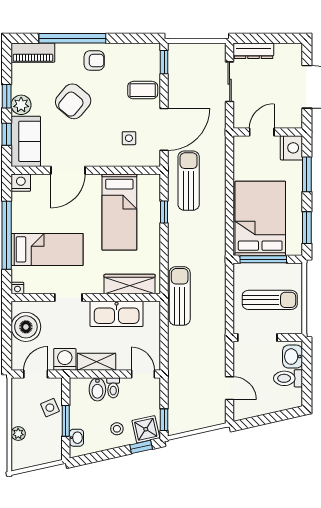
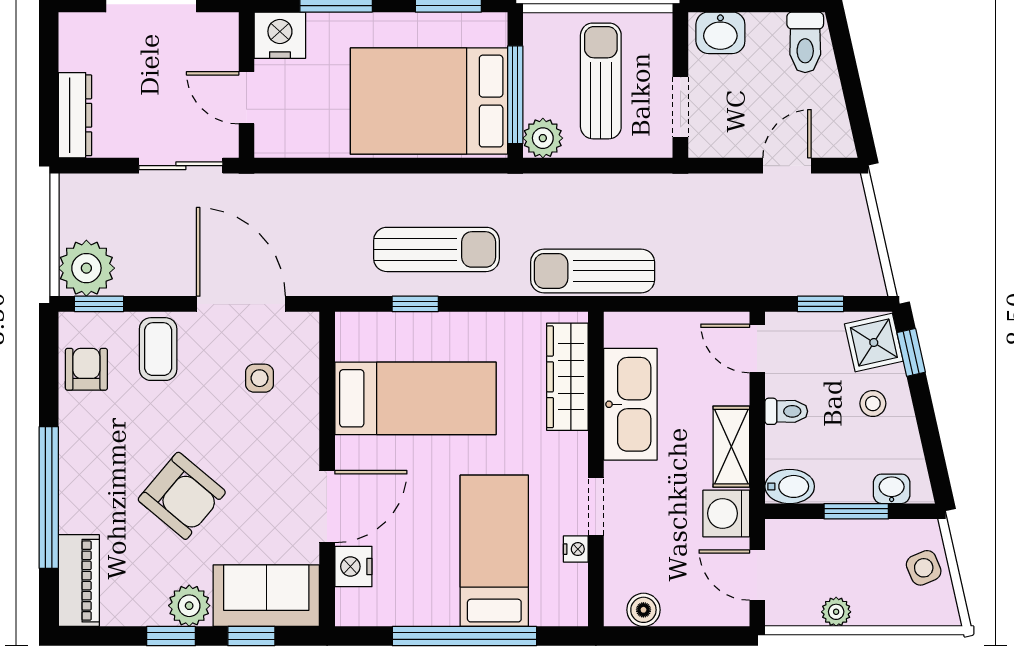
plant: (181, 56) -> (86, 268), added
armchair: (94, 61) -> (86, 369), moved
sliding door: (230, 82) -> (181, 166), moved
door: (68, 170) -> (327, 507), hinge flipped
sun lounger: (189, 181) -> (436, 249), moved, turned 180
nightstand: (21, 183) -> (353, 567), moved
plant: (243, 272) -> (543, 138), added
nightstand: (17, 288) -> (576, 549), moved
boiler: (26, 327) -> (643, 610), width x0.54, depth x0.54
doorway: (257, 338) -> (680, 107), width x0.73
door: (143, 374) -> (757, 348), hinge flipped
toilet: (288, 378) -> (805, 42), moved
bidet: (97, 389) -> (790, 486), moved
side table: (50, 408) -> (924, 568), moved
window: (164, 420) -> (821, 304), moved
plant: (18, 434) -> (836, 612), moved

